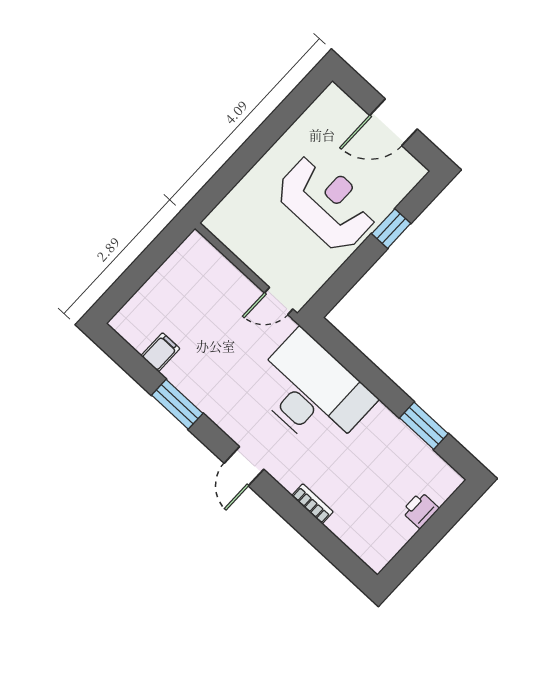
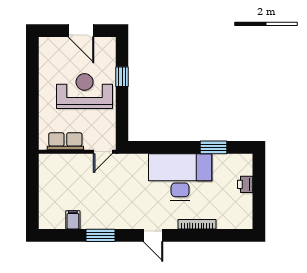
door: (393, 122) -> (81, 31), hinge flipped
row of seats: (243, 244) -> (65, 141), added
desk: (312, 392) -> (180, 177), moved
bookcase: (312, 504) -> (197, 224), width x1.56

